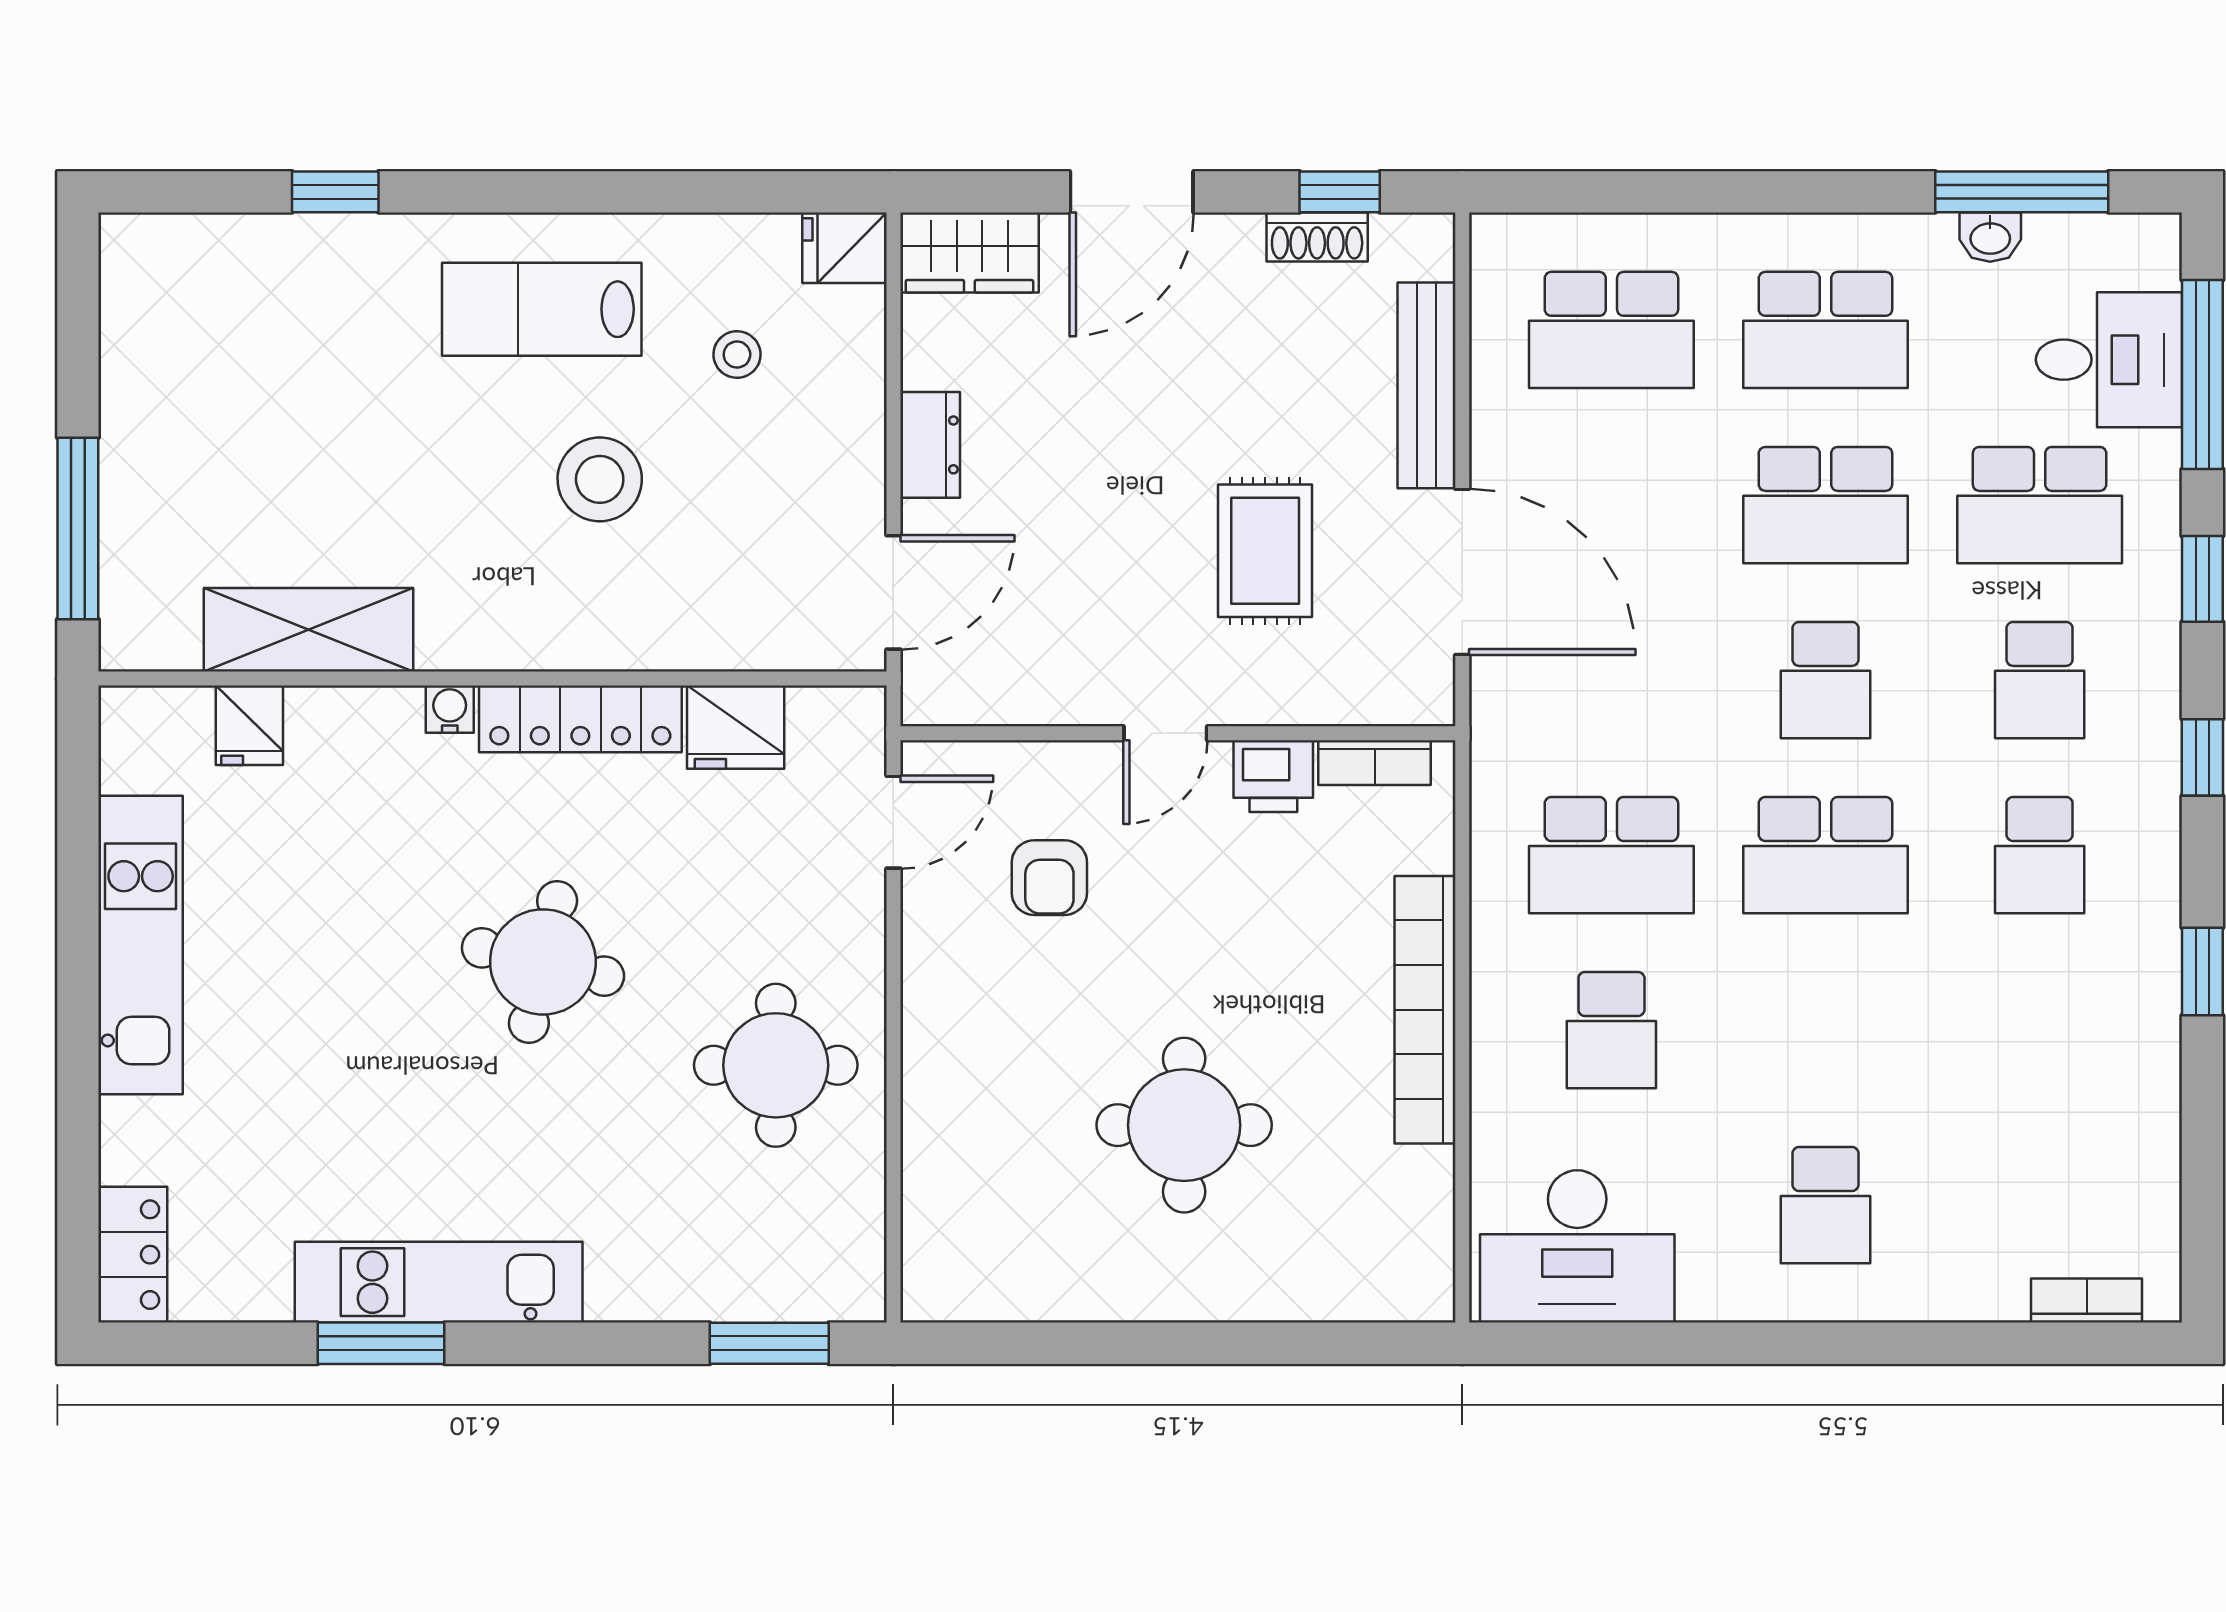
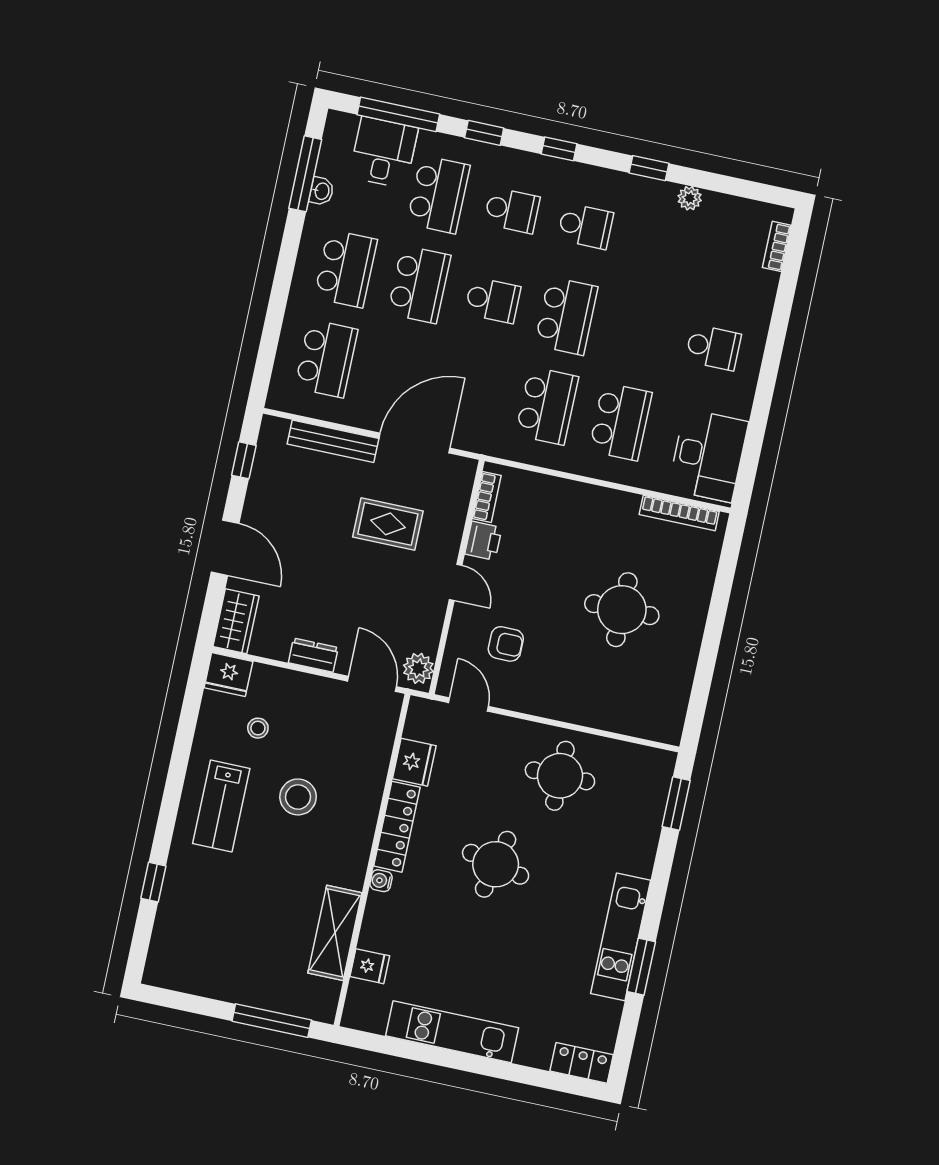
shoe rack: (1317, 237) -> (261, 474), removed
fridge: (844, 248) -> (228, 675), width x1.38
plant: (951, 691) -> (418, 668), added
bookcase: (1425, 1010) -> (679, 513), moved, width x0.68, depth x0.76
school desk: (1611, 1030) -> (620, 422), width x1.85
plant: (2154, 1079) -> (690, 198), added

